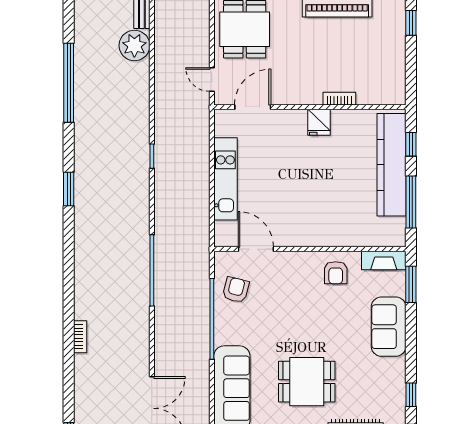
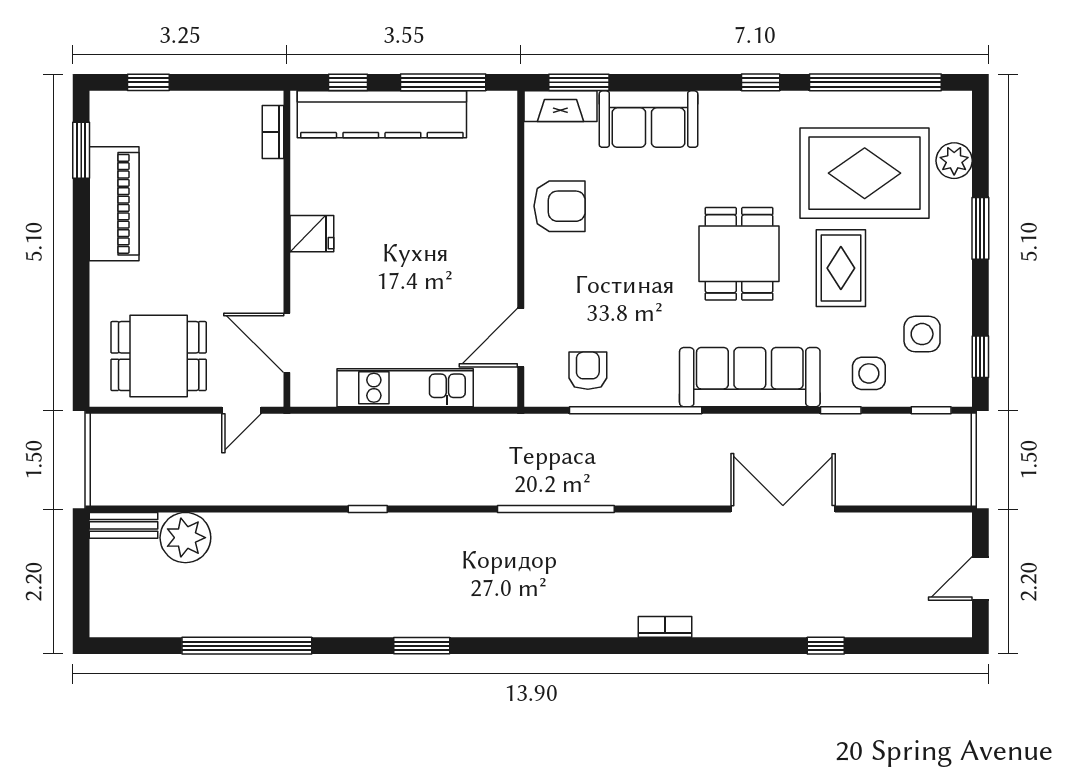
bookcase: (339, 99) -> (273, 132), moved
fireplace: (384, 261) -> (560, 106), moved, turned 90
armchair: (336, 273) -> (560, 206), width x1.38, depth x1.38
armchair: (236, 290) -> (588, 371), turned 76

